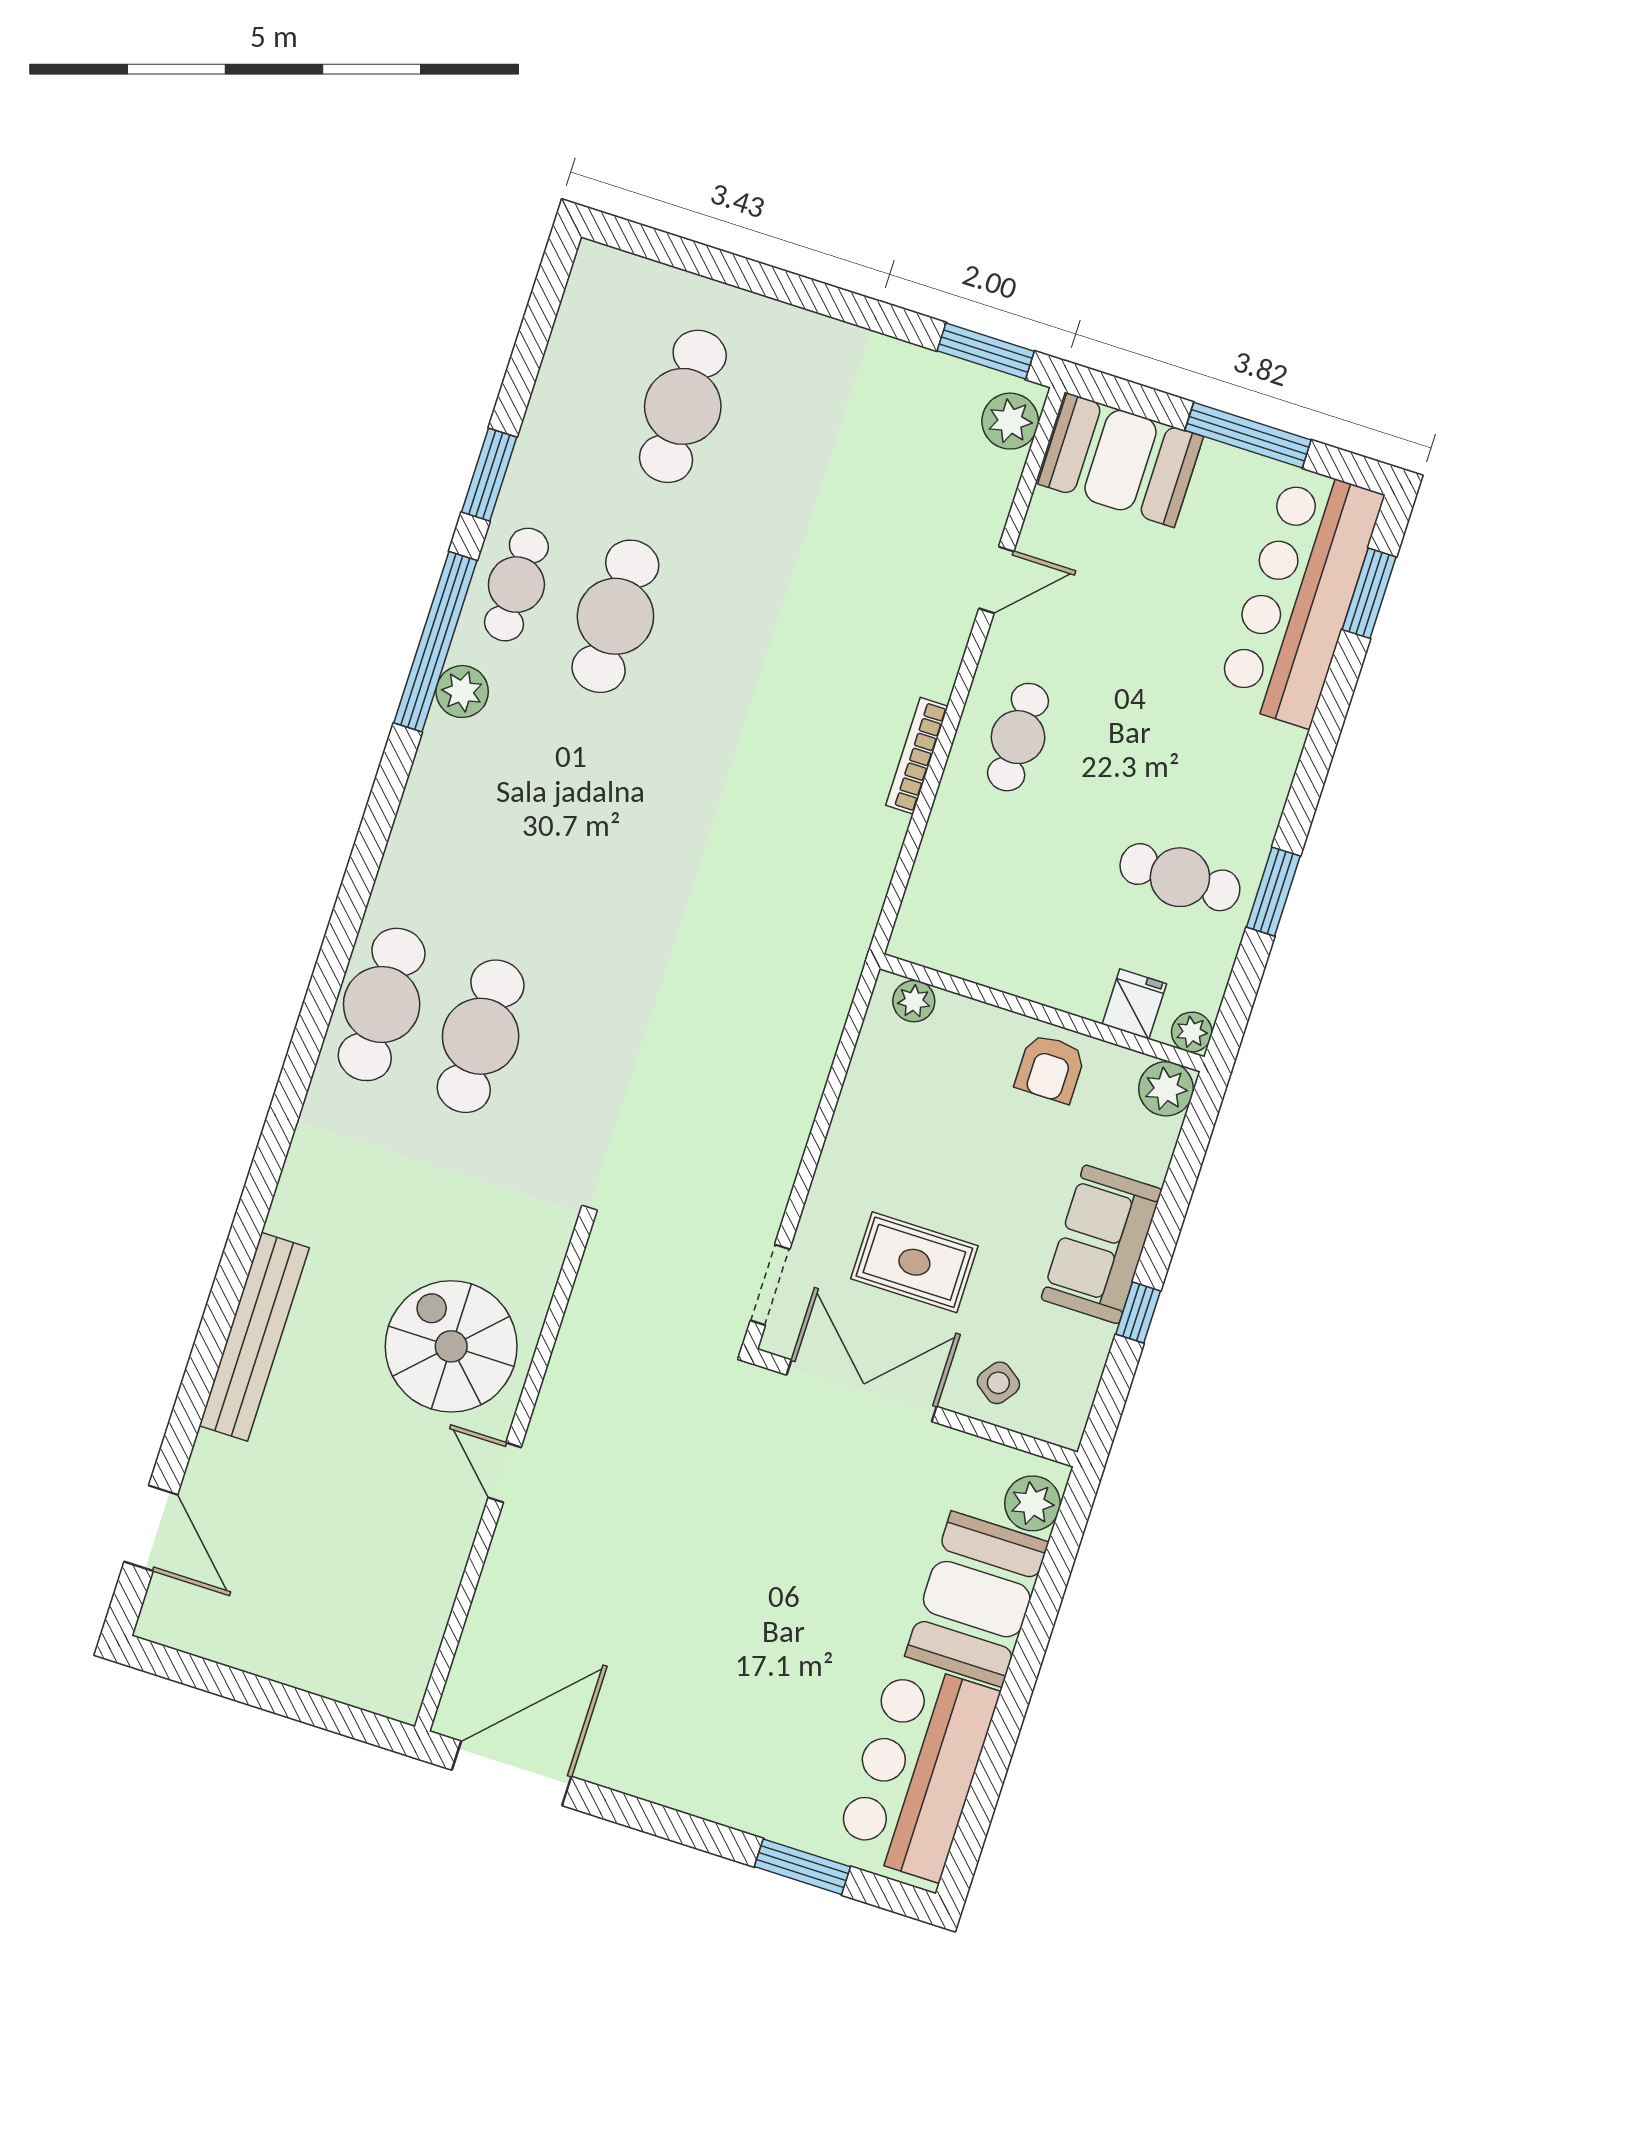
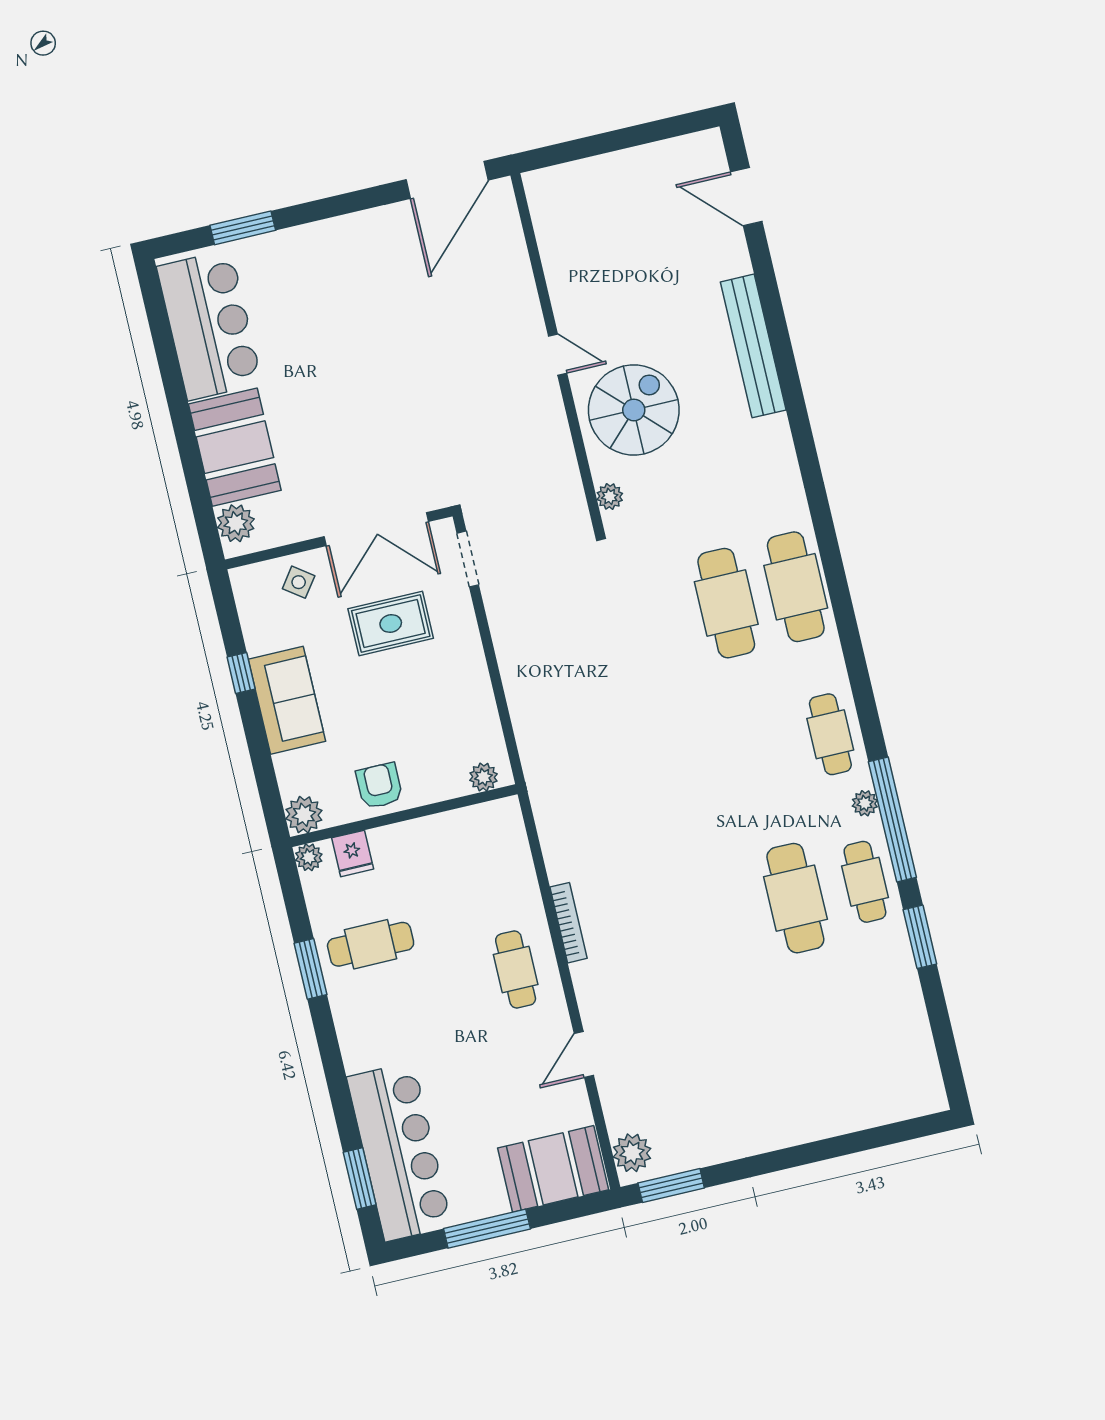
cafe table: (683, 406) -> (830, 734), moved, width x0.73, depth x0.74
plant: (462, 692) -> (865, 803), width x0.73, depth x0.73
plant: (546, 1257) -> (610, 496), added
spiral stairs: (451, 1346) -> (634, 410), turned -90

